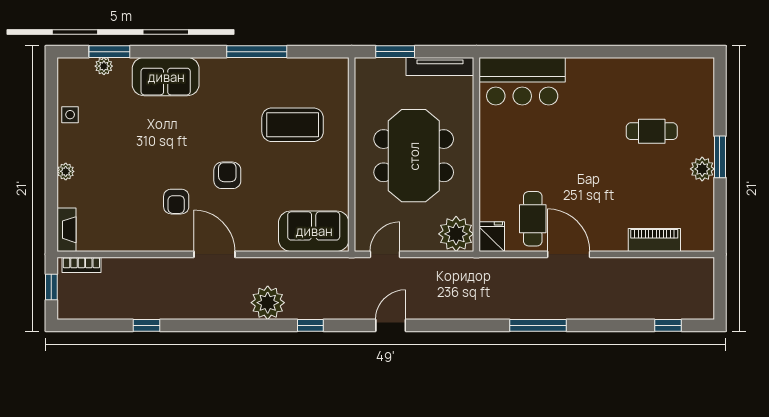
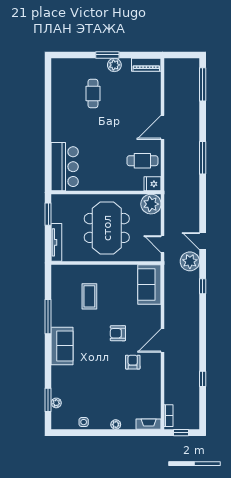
window: (395, 52) -> (48, 214), moved
tv unit: (440, 66) -> (56, 242), moved
sofa: (166, 77) -> (62, 346), moved
coffee table: (293, 125) -> (89, 296), width x0.73, depth x0.76
meeting table: (414, 156) -> (107, 228), turned 90
armchair: (176, 202) -> (133, 362), turned -90
piano: (654, 240) -> (146, 65), moved, turned -90
door: (569, 254) -> (162, 127), moved
plant: (268, 303) -> (190, 261), moved
window: (668, 325) -> (203, 84), width x2.17

